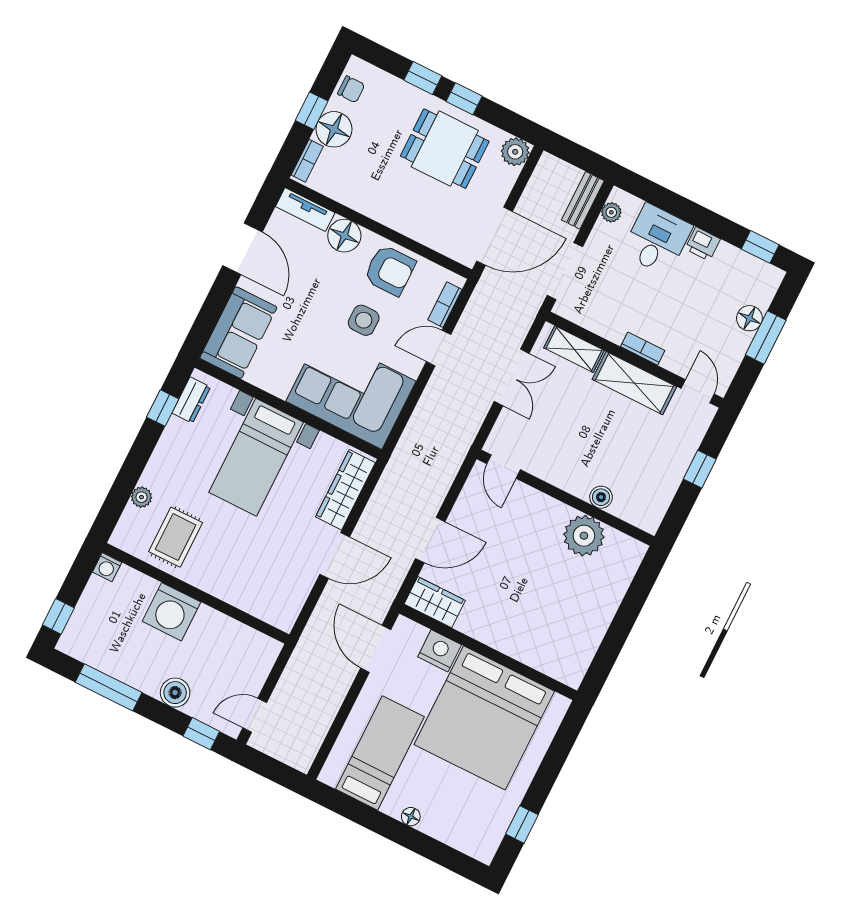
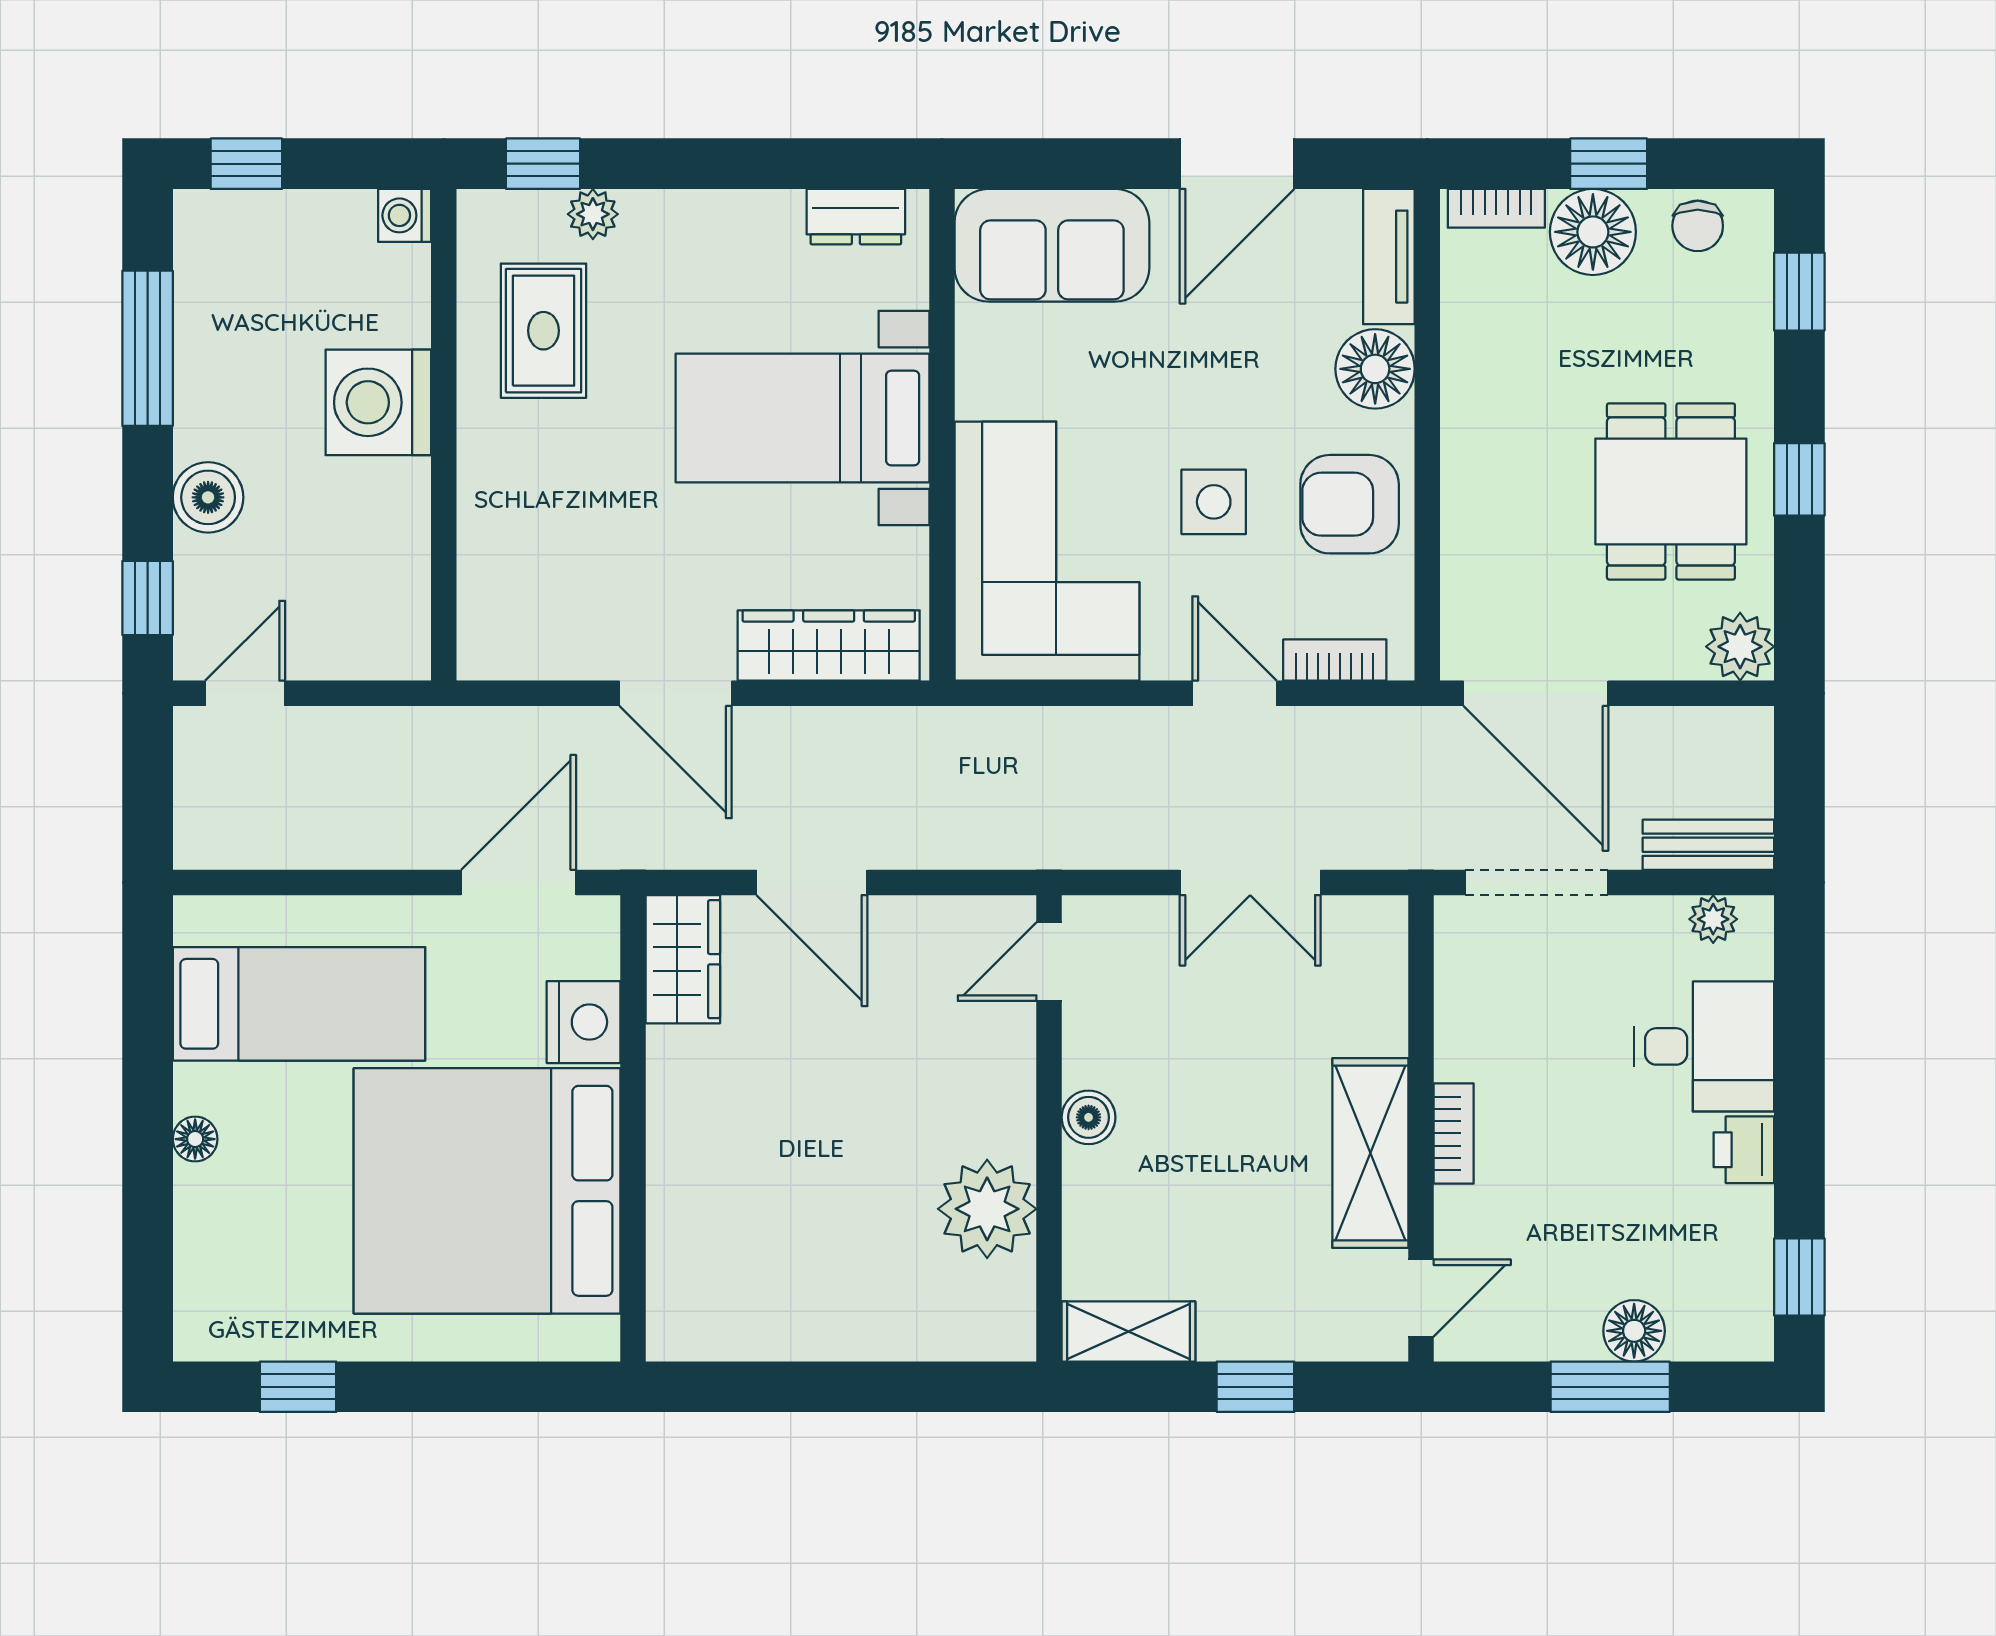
window: (423, 78) -> (1799, 292), moved
armchair: (390, 270) -> (1350, 504), turned 90
shelving: (574, 349) -> (1128, 1332), moved, turned 90
window: (163, 408) -> (543, 164), moved
boiler: (601, 497) -> (1089, 1117), moved
rug: (176, 537) -> (543, 331), turned 90
door: (255, 715) -> (245, 693), hinge flipped

